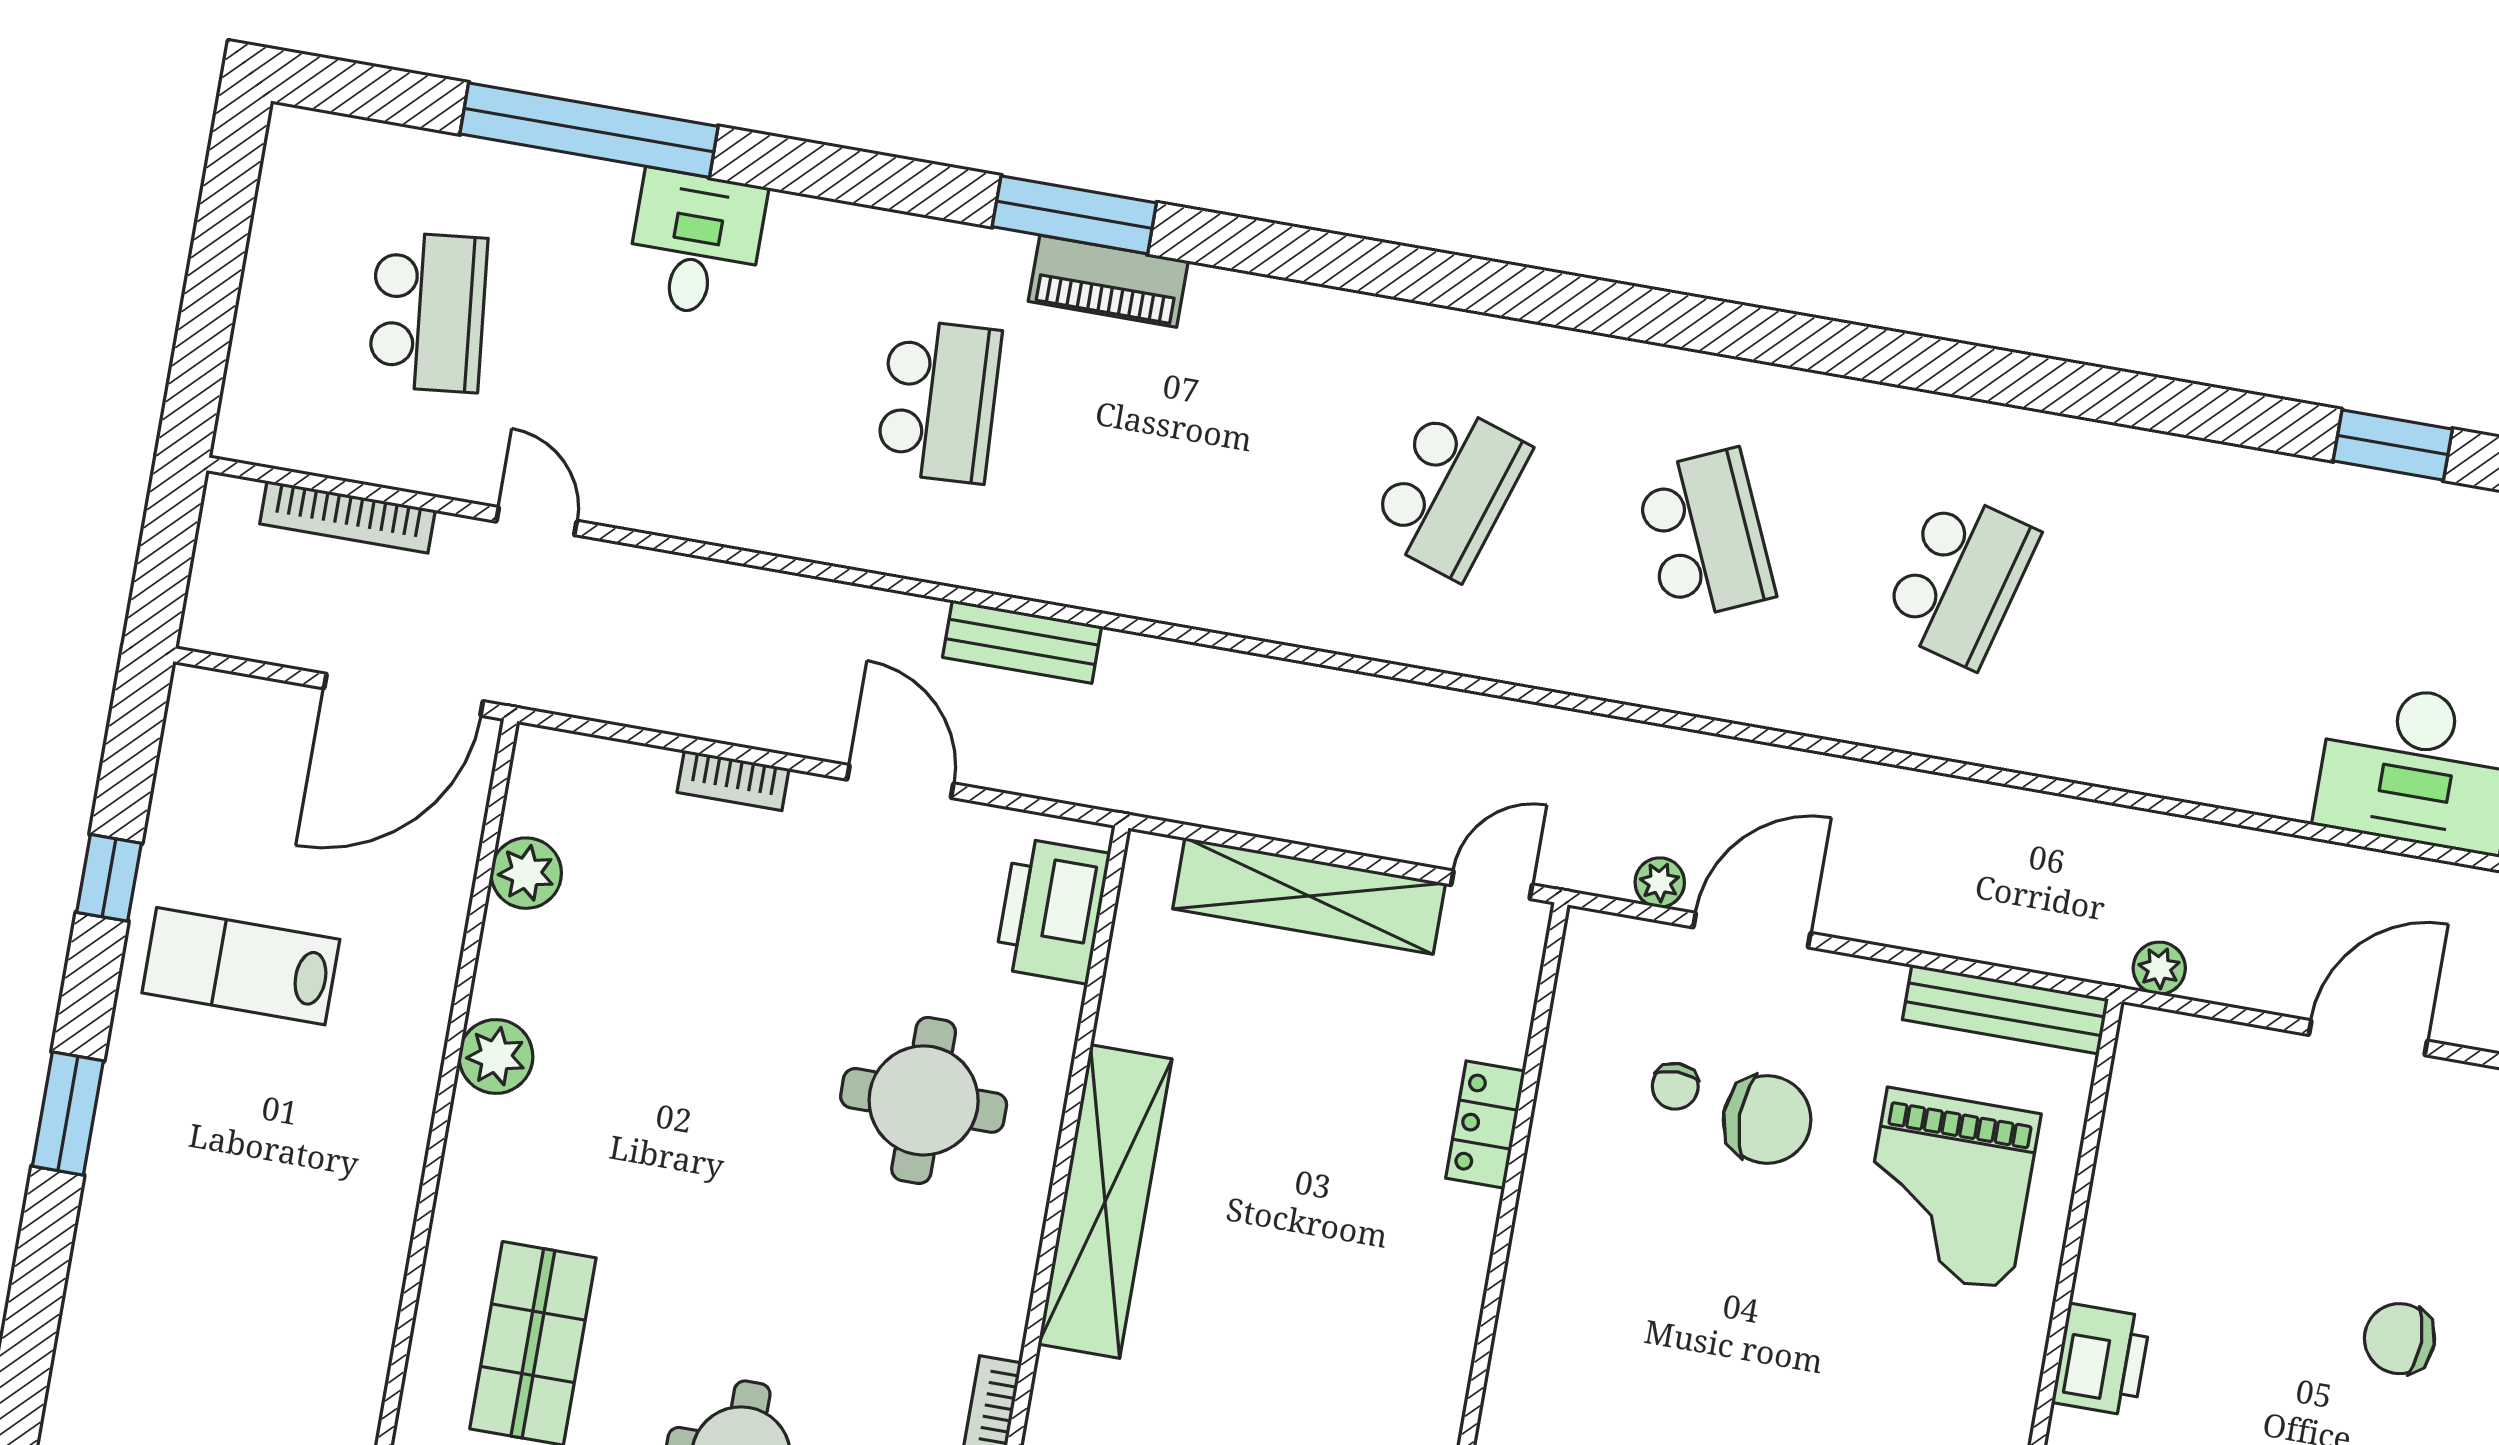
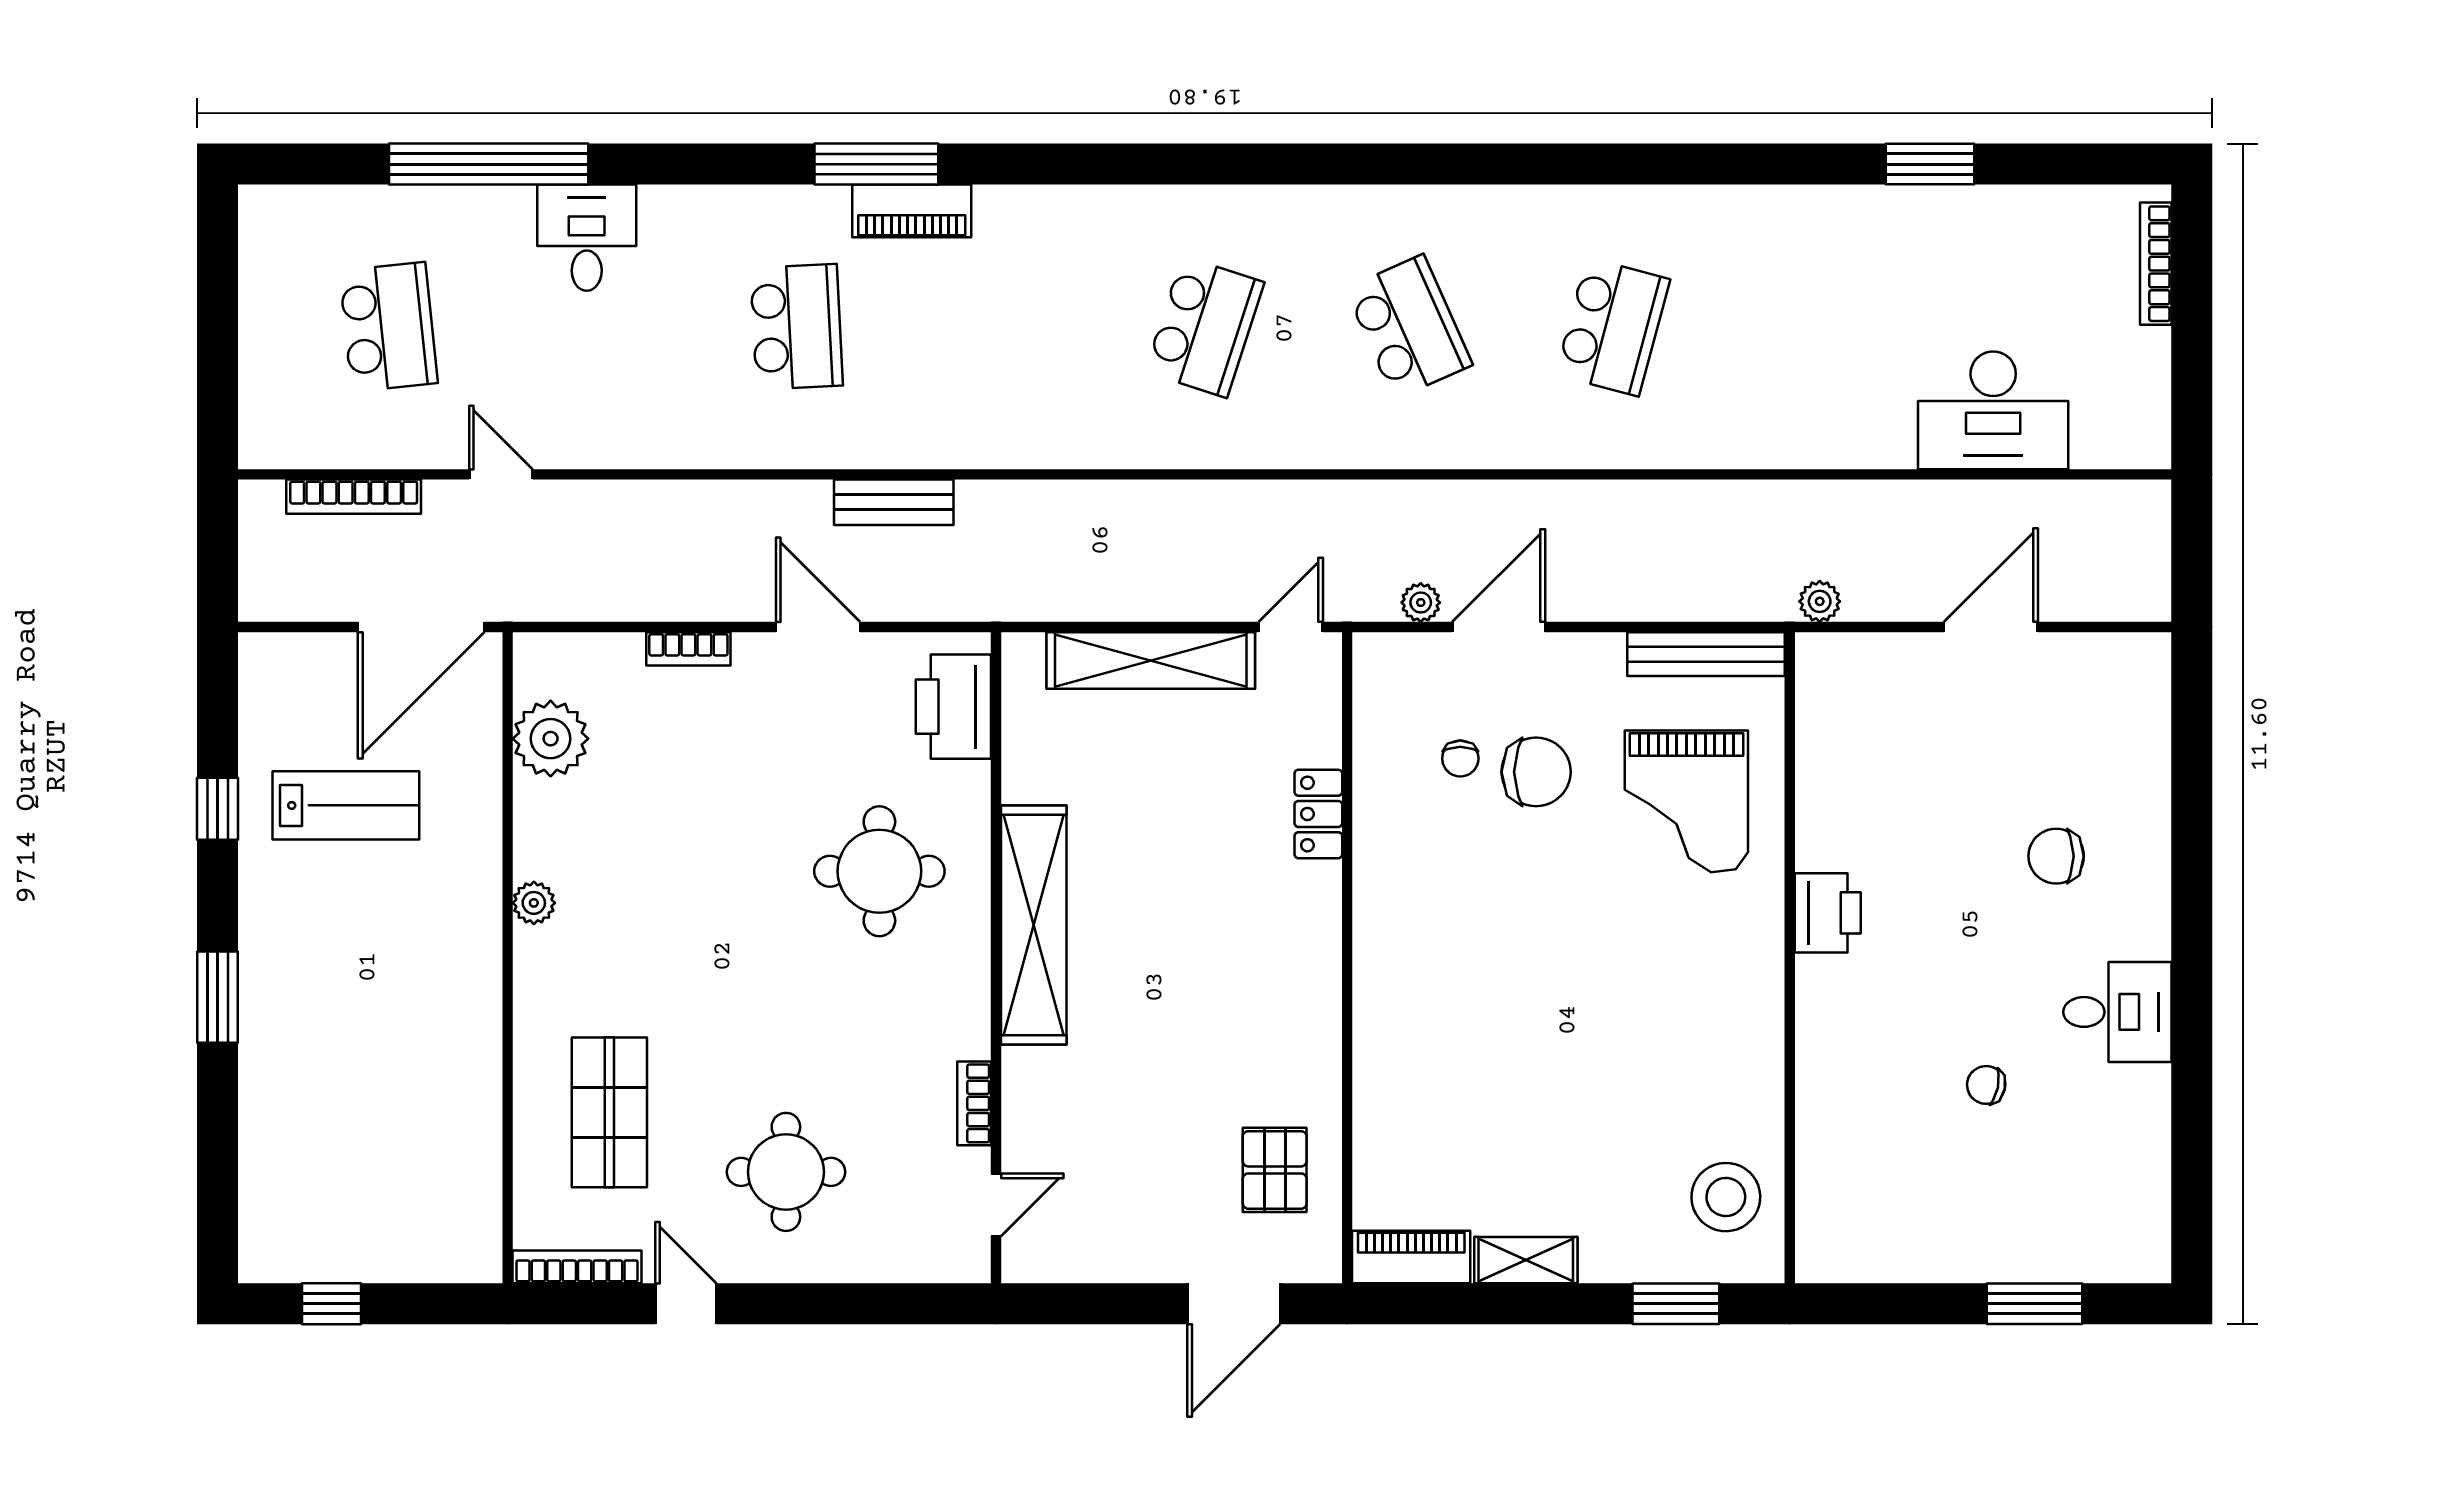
plant: (526, 873) -> (551, 739), width x1.36, depth x1.36
lab bench: (241, 966) -> (346, 805), moved, turned 180
plant: (496, 1056) -> (534, 903), width x0.73, depth x0.73

